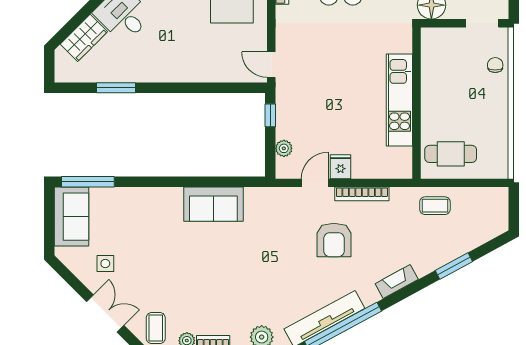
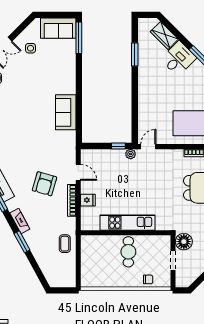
doorway: (482, 23) -> (173, 260), moved
plant: (284, 148) -> (131, 154), moved
cafe table: (451, 154) -> (128, 252), moved
fridge: (341, 167) -> (88, 200), moved
armchair: (334, 240) -> (44, 184), turned -74
window: (454, 266) -> (22, 242), moved

